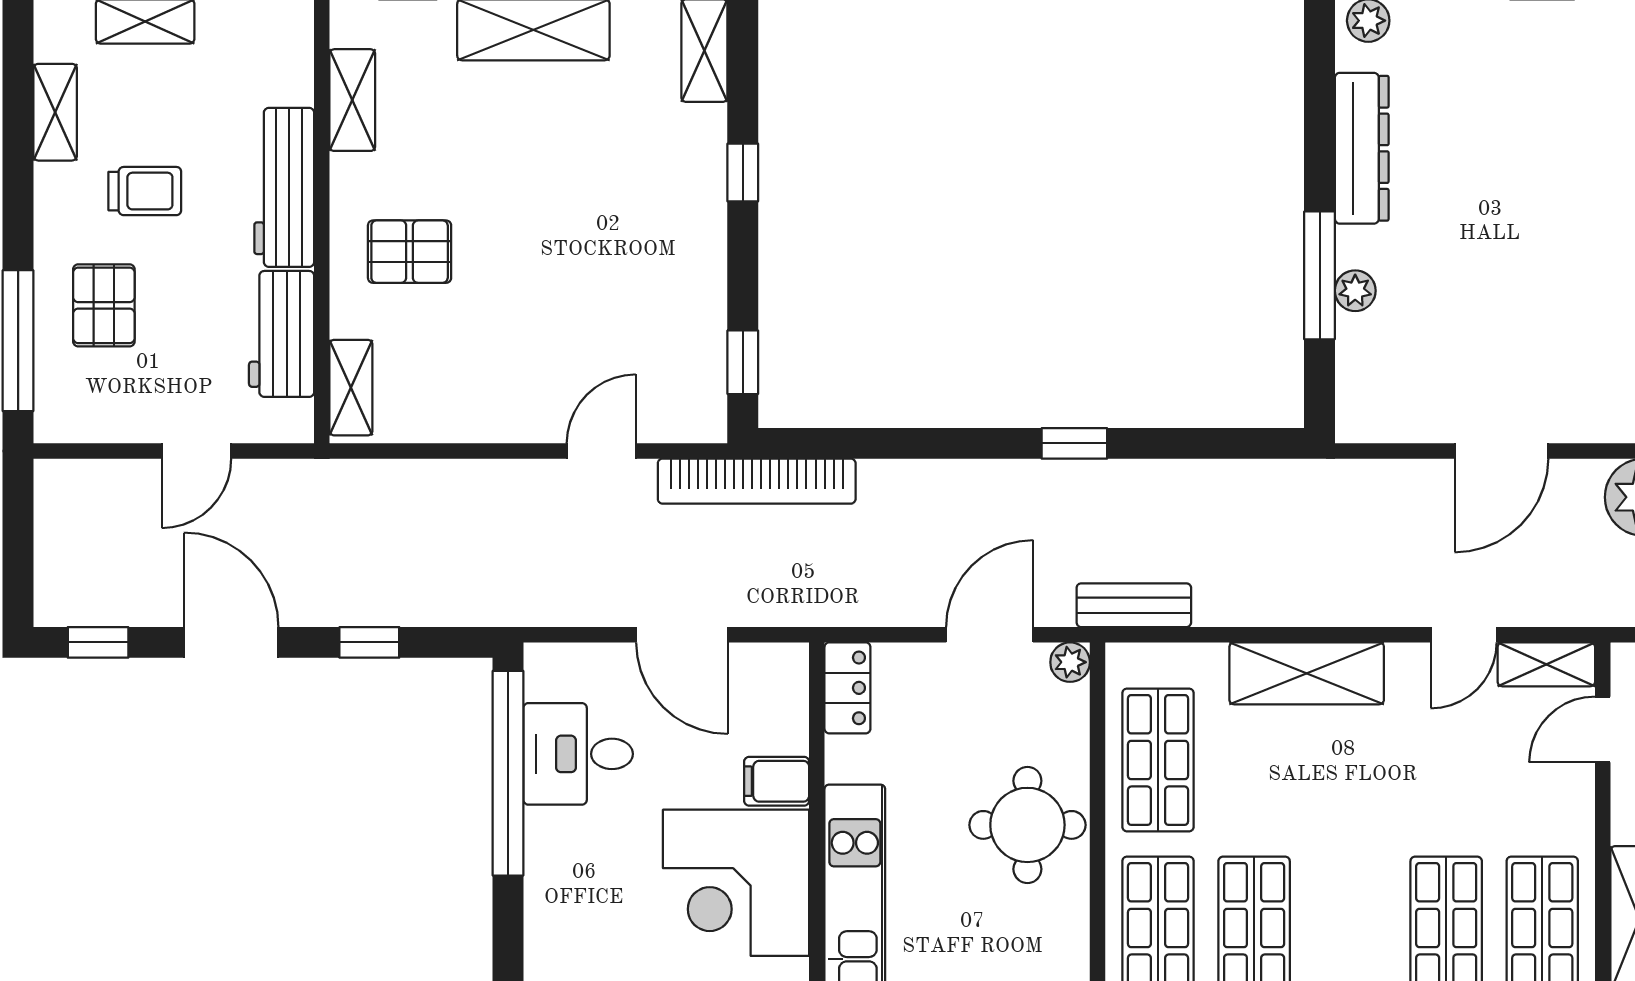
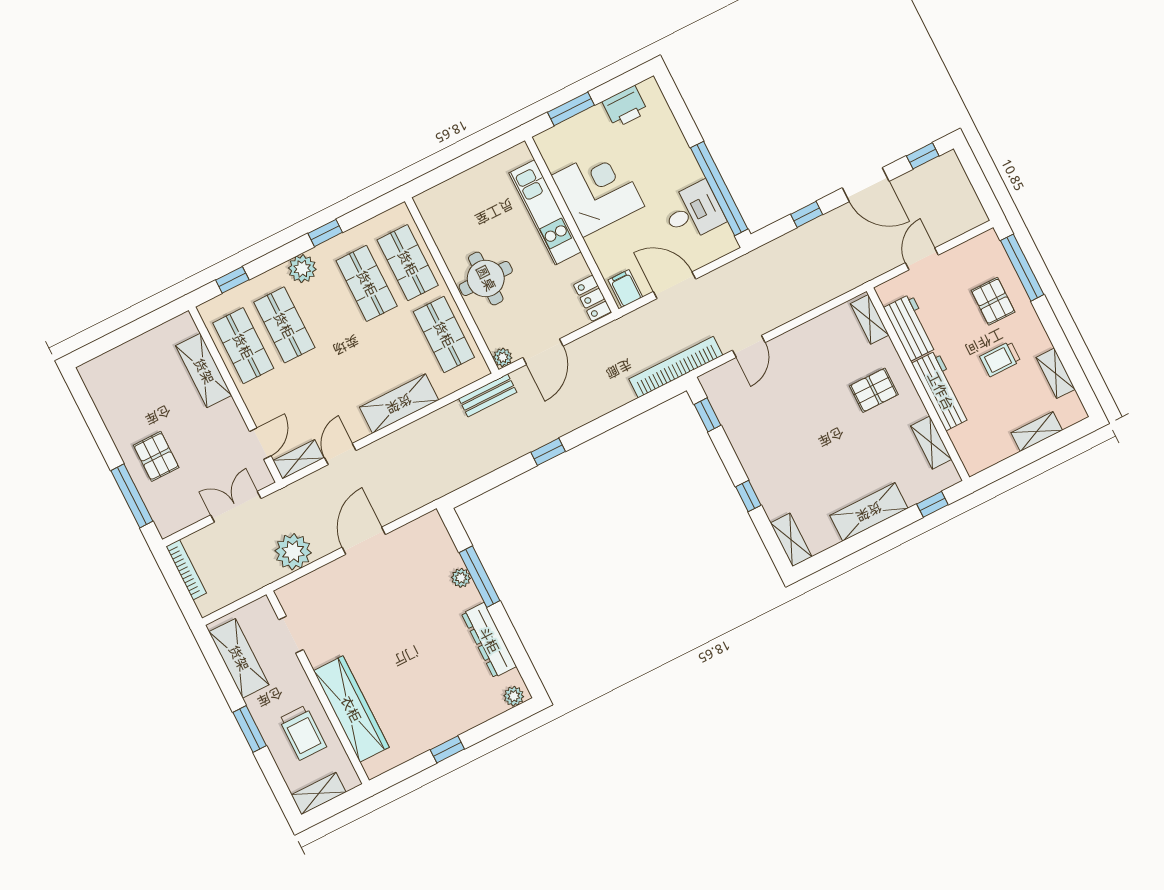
filing cabinet: (777, 781) -> (625, 289), moved, turned -90

